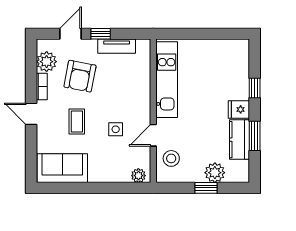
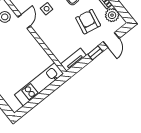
tv unit: (117, 46) -> (73, 60), moved
kitchen unit: (167, 80) -> (39, 84), moved, turned 90

